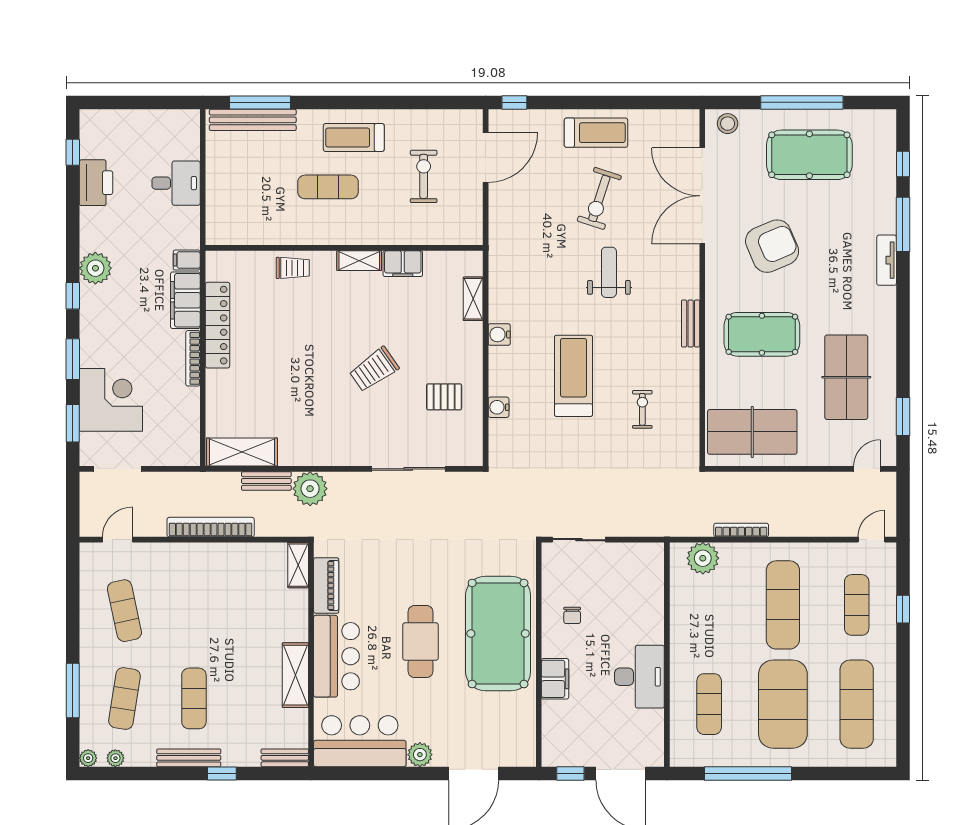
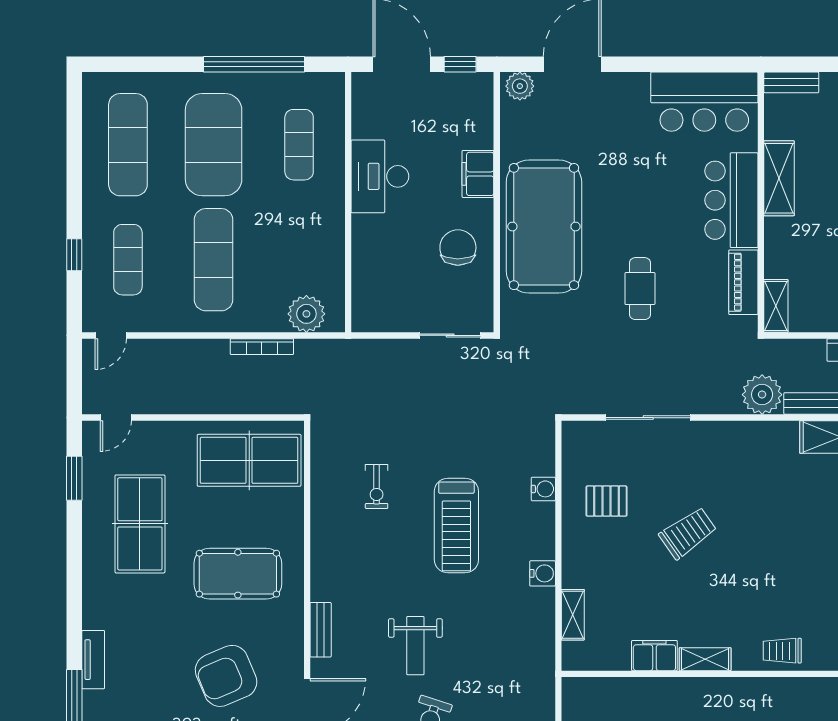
bench: (691, 324) -> (321, 630), moved
chair: (572, 615) -> (458, 248), width x1.87, depth x1.87
cafe table: (420, 642) -> (640, 289), moved, width x0.73, depth x0.74
plant: (420, 755) -> (520, 86), moved

